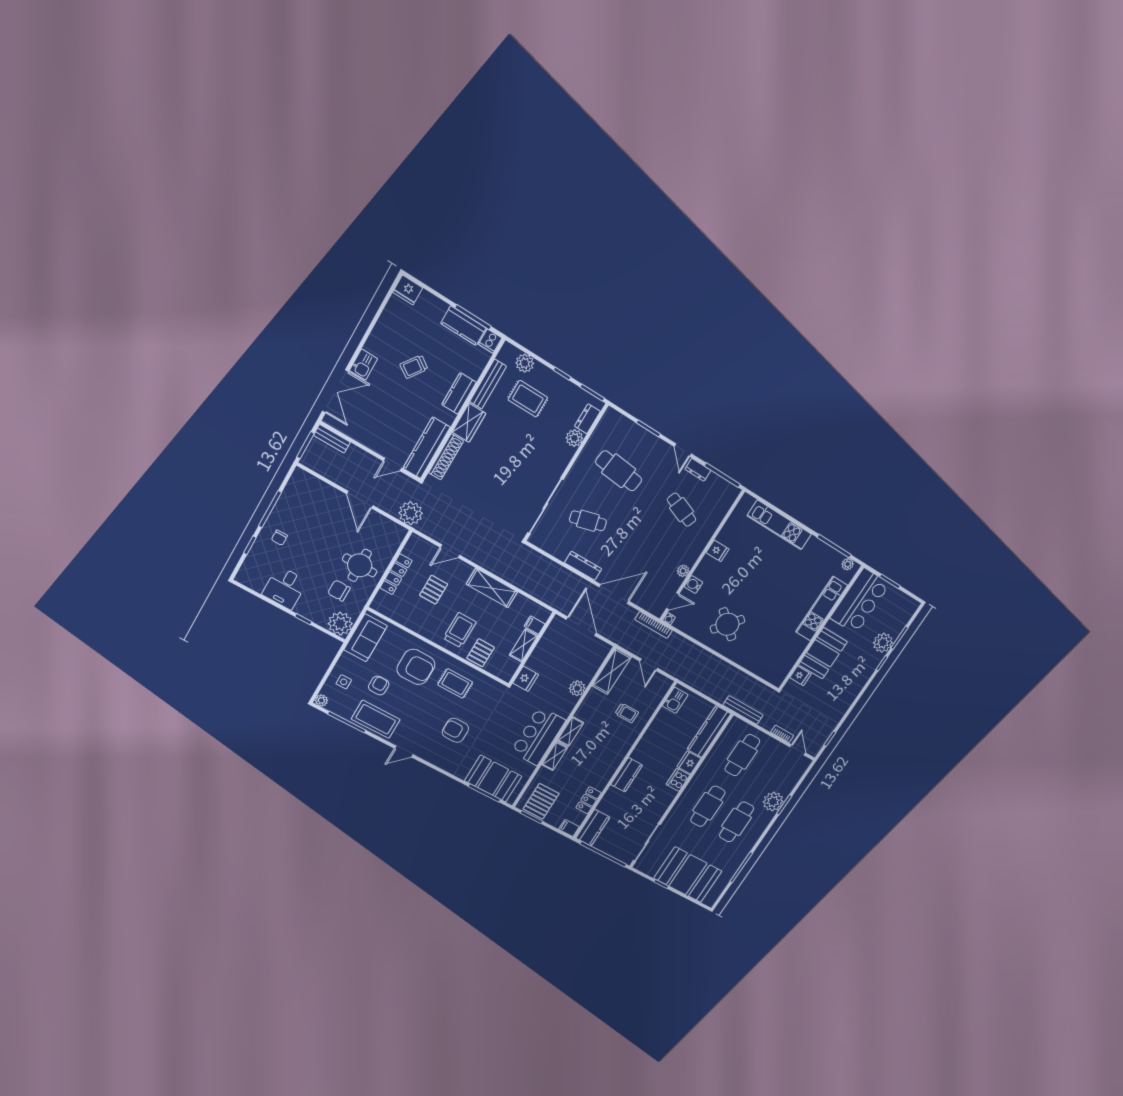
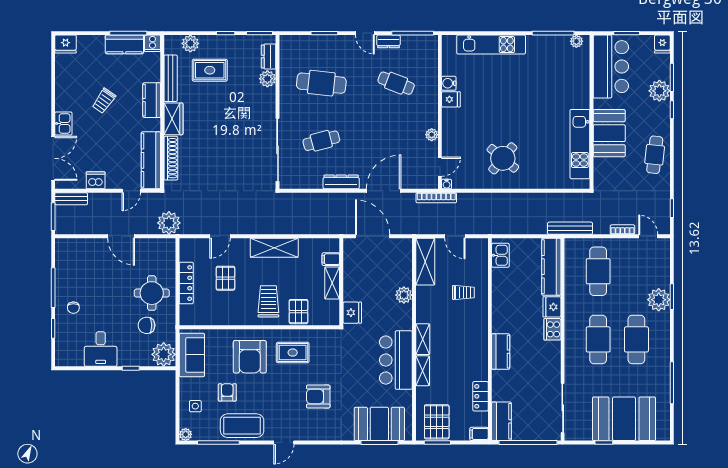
dishwasher: (365, 435) -> (96, 180), added
water cooler: (693, 584) -> (449, 83), moved
kitchen unit: (822, 609) -> (580, 144), moved
armchair: (416, 667) -> (250, 357), turned 90
fridge: (800, 676) -> (662, 44), moved, turned 90
cafe table: (845, 690) -> (655, 155), added

